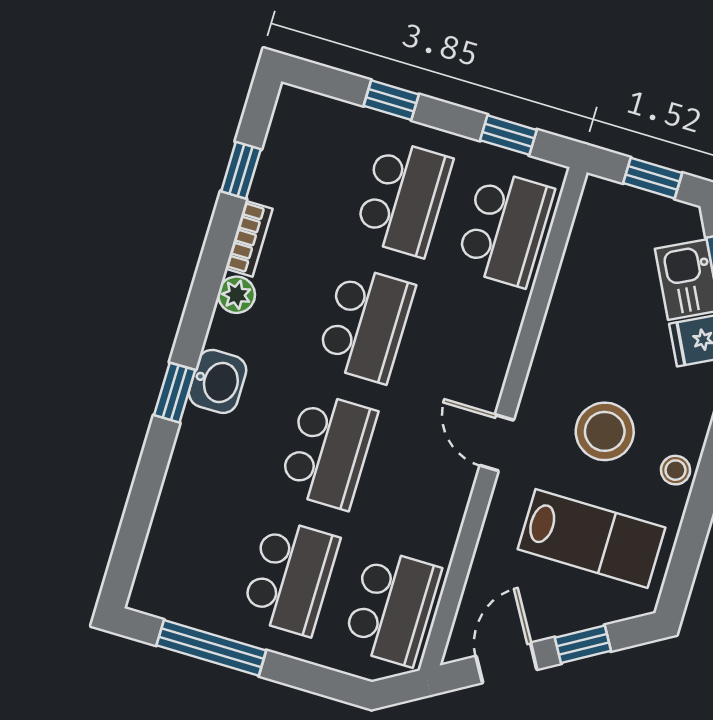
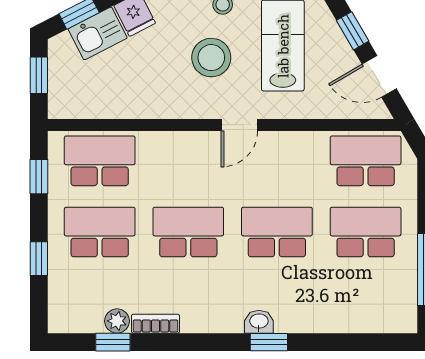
plant: (237, 295) -> (117, 321), moved
washbasin: (218, 381) -> (259, 322), width x0.72, depth x0.69

